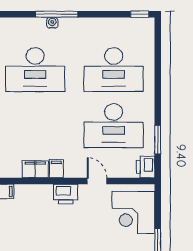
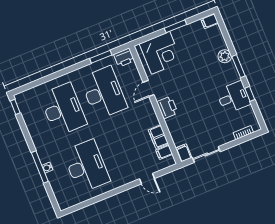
filing cabinet: (56, 169) -> (164, 152), moved

